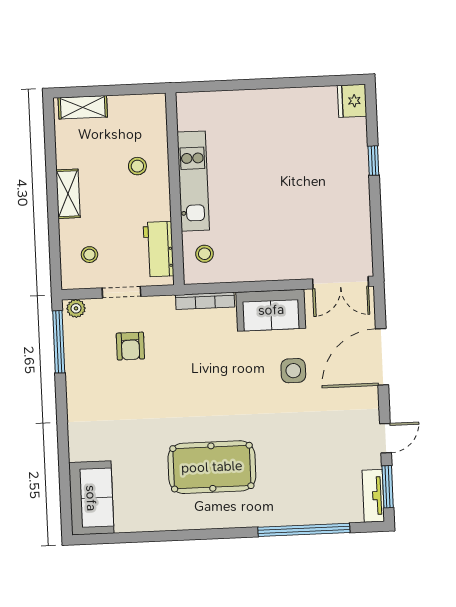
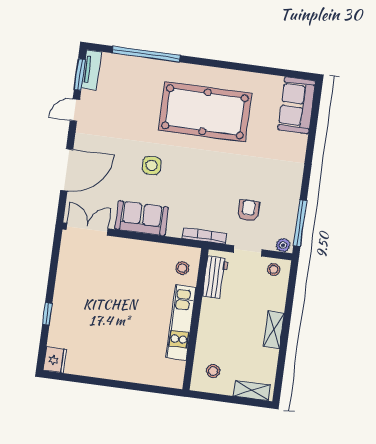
stool: (137, 166) -> (213, 371), moved
stool: (89, 255) -> (274, 269), moved
bookcase: (205, 301) -> (205, 236), moved
side table: (293, 371) -> (152, 165), moved
pool table: (212, 467) -> (205, 112), width x1.36, depth x1.32

